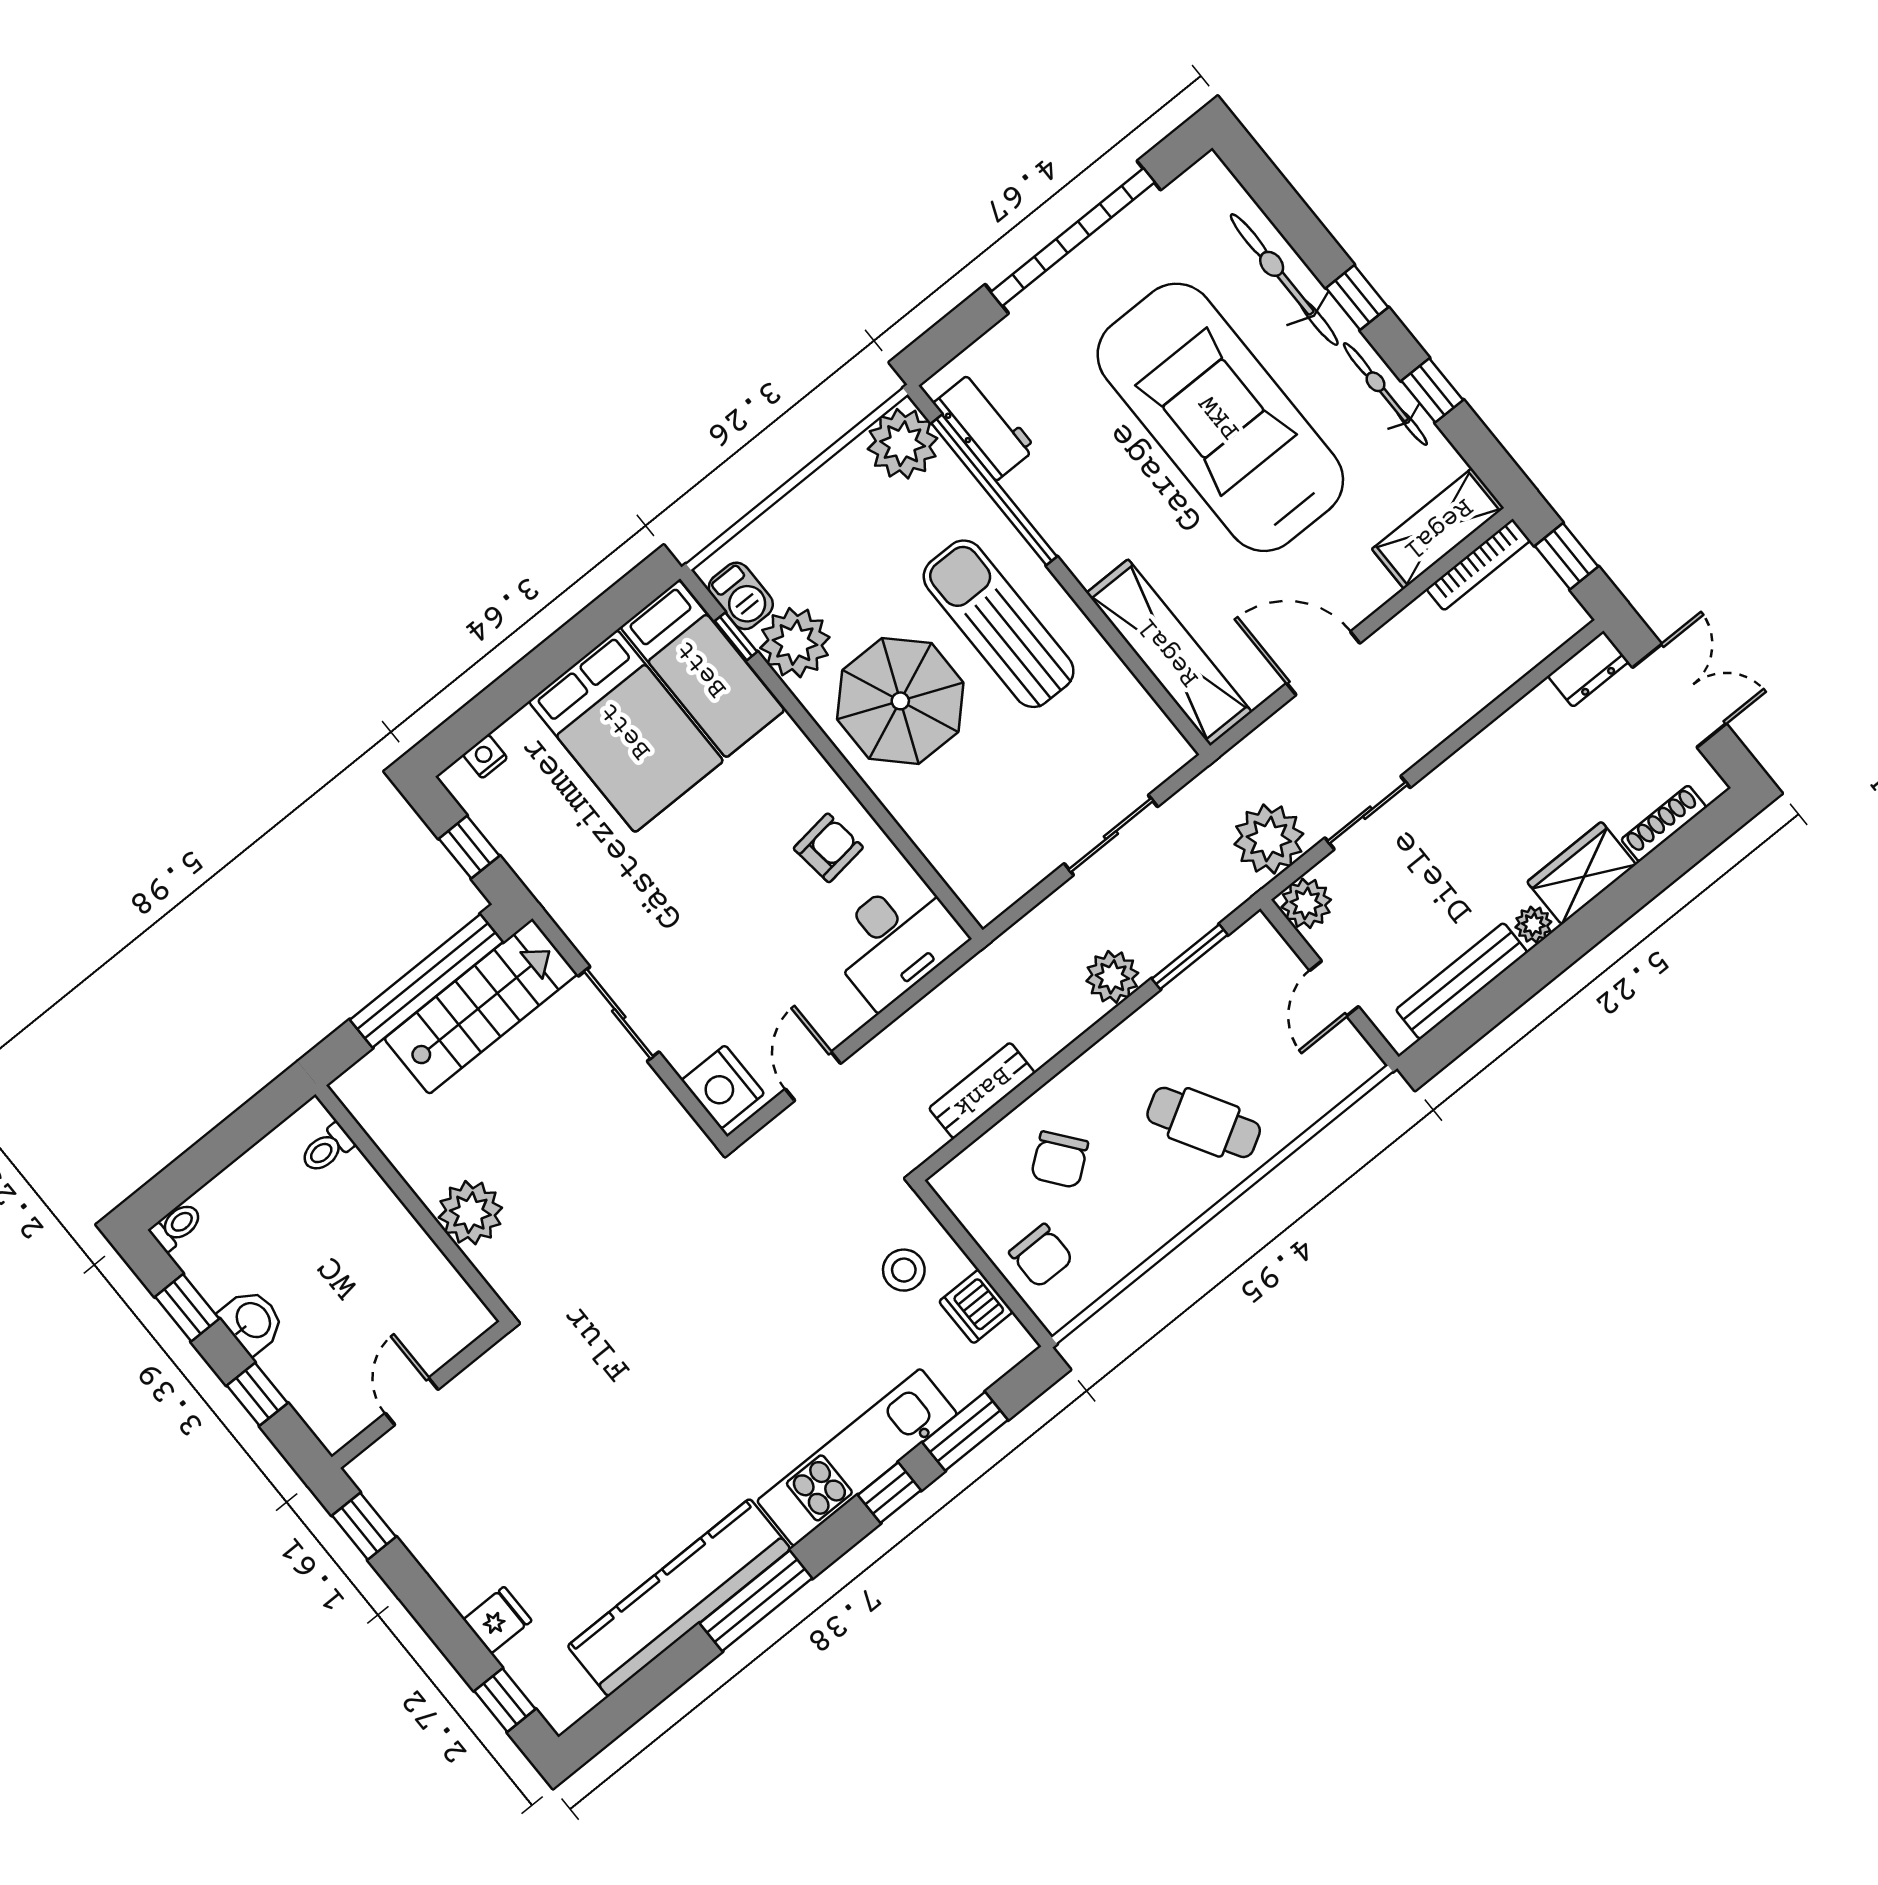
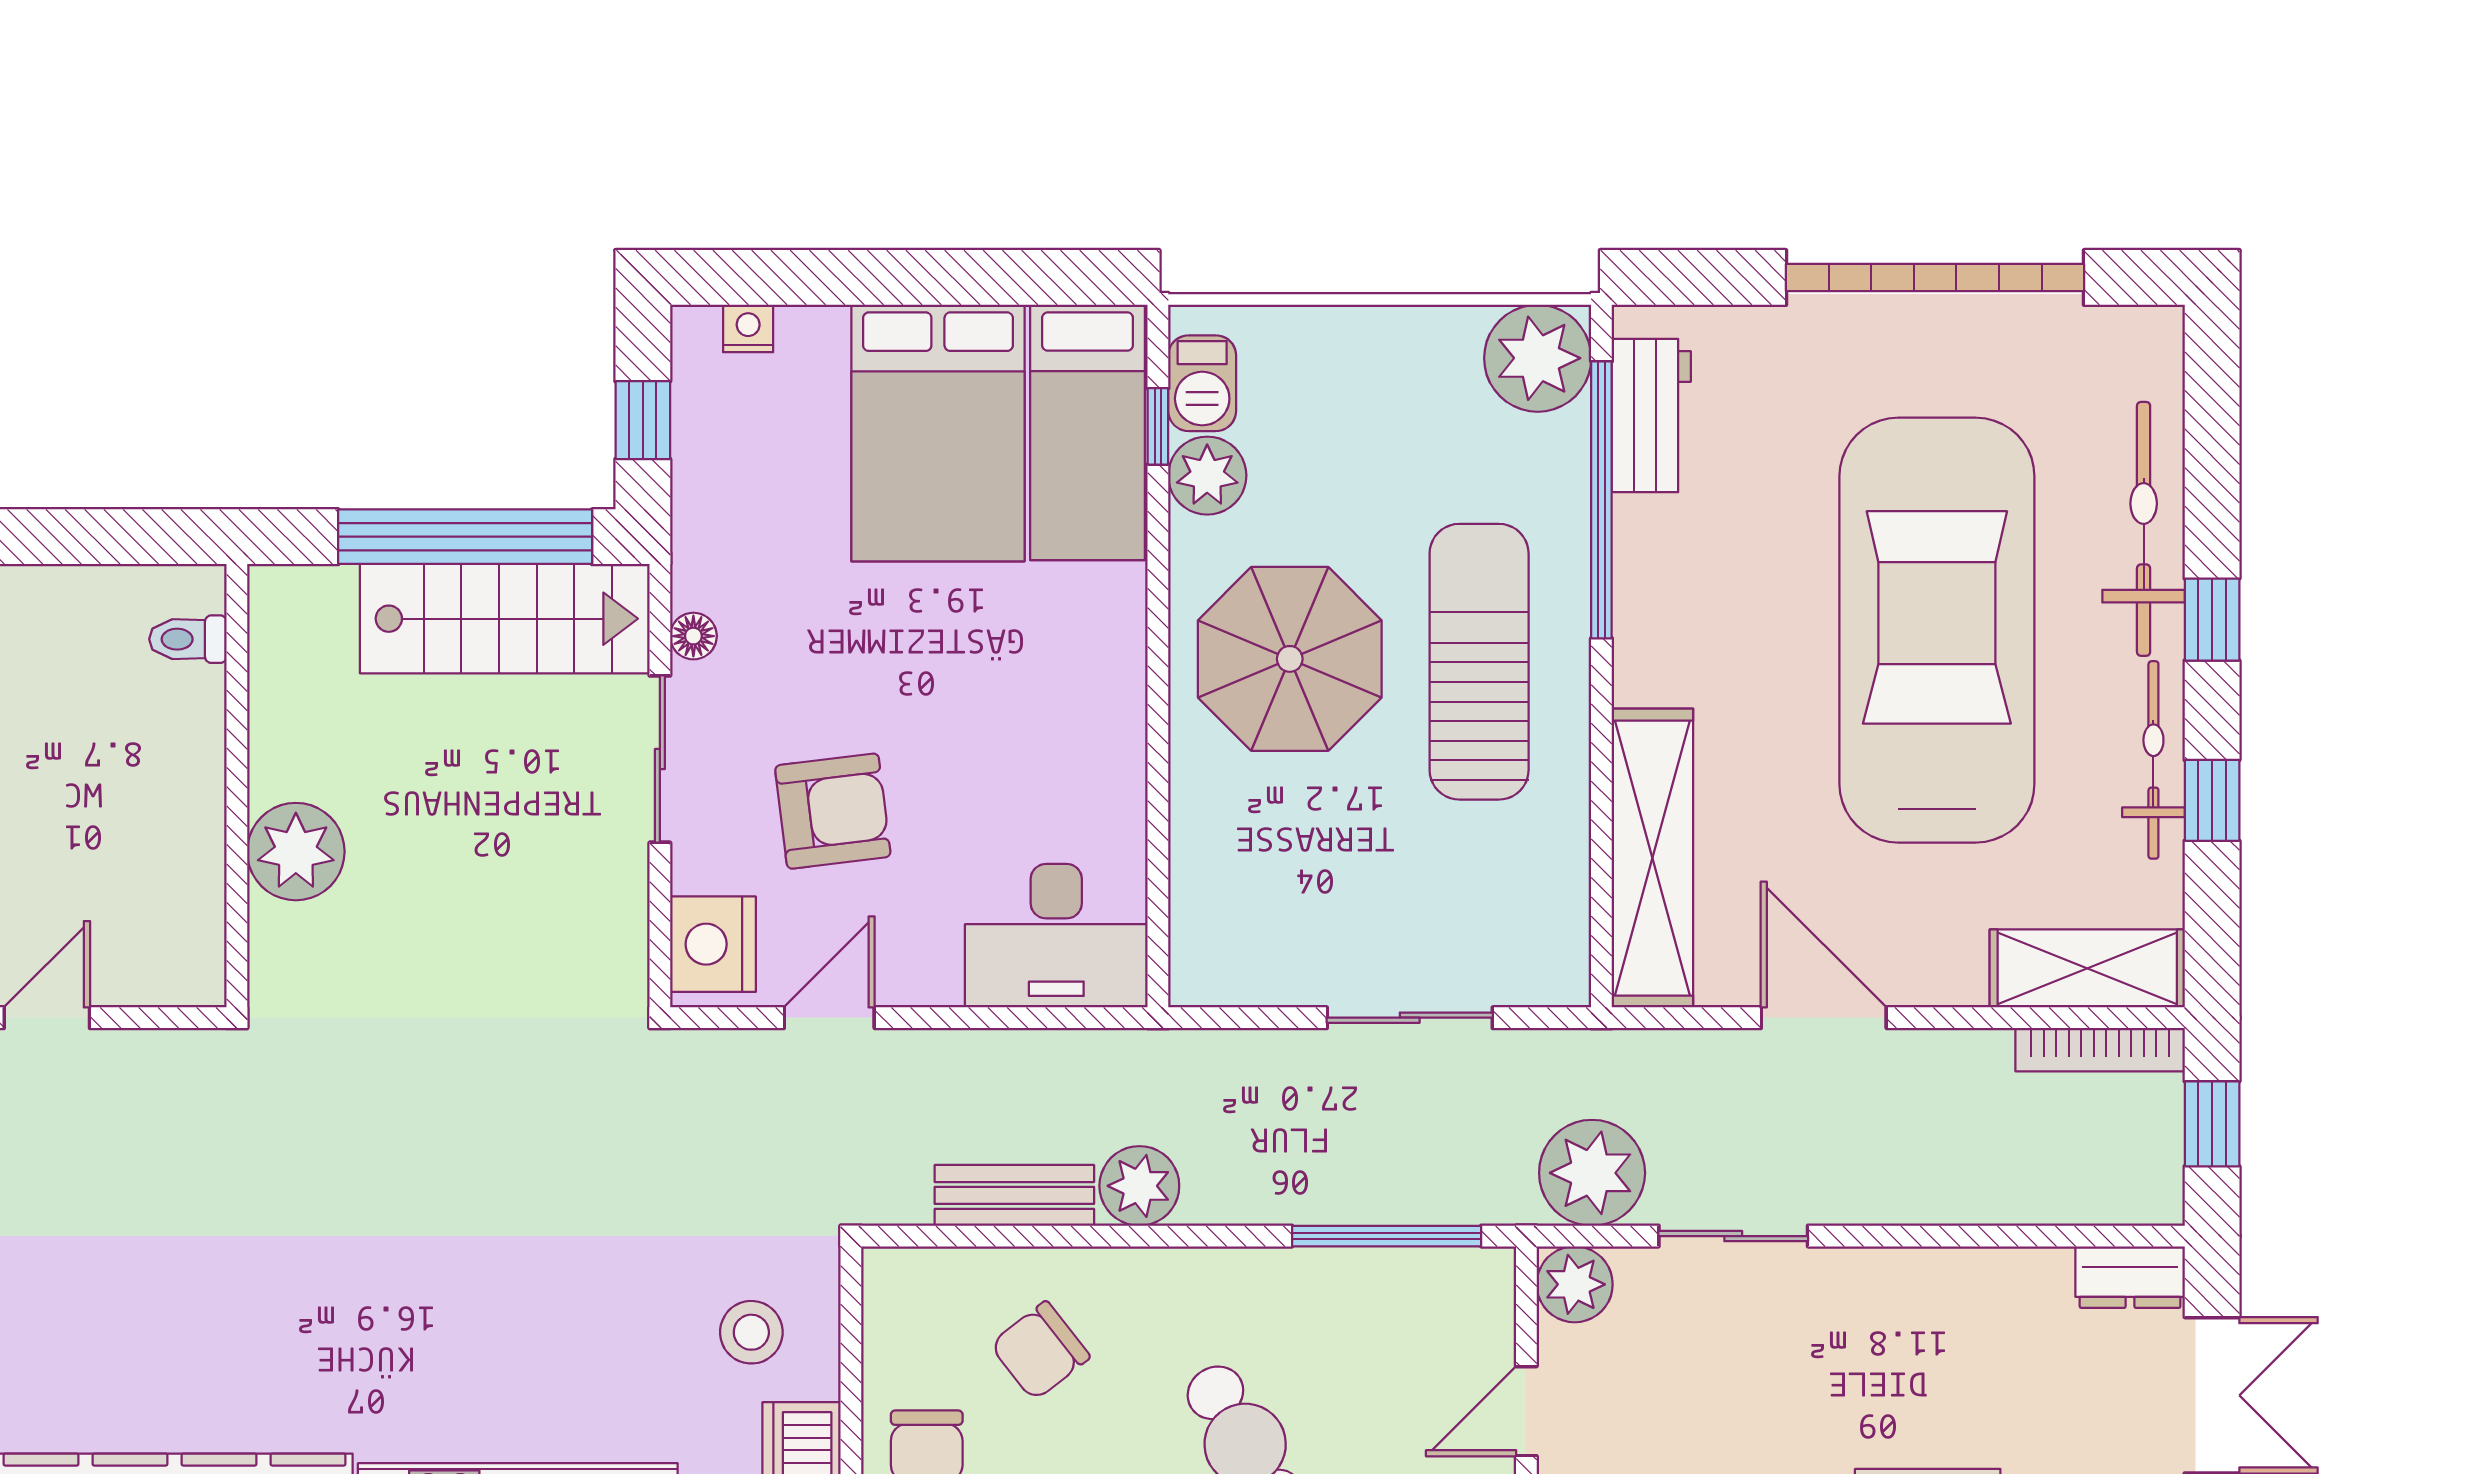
plant: (795, 643) -> (1207, 476), width x0.73, depth x0.73
armchair: (828, 848) -> (833, 811), moved, width x1.38, depth x1.38
floor lamp: (585, 937) -> (693, 636), added
window: (1190, 957) -> (1387, 1236), width x1.44
plant: (1112, 977) -> (1139, 1186), moved

